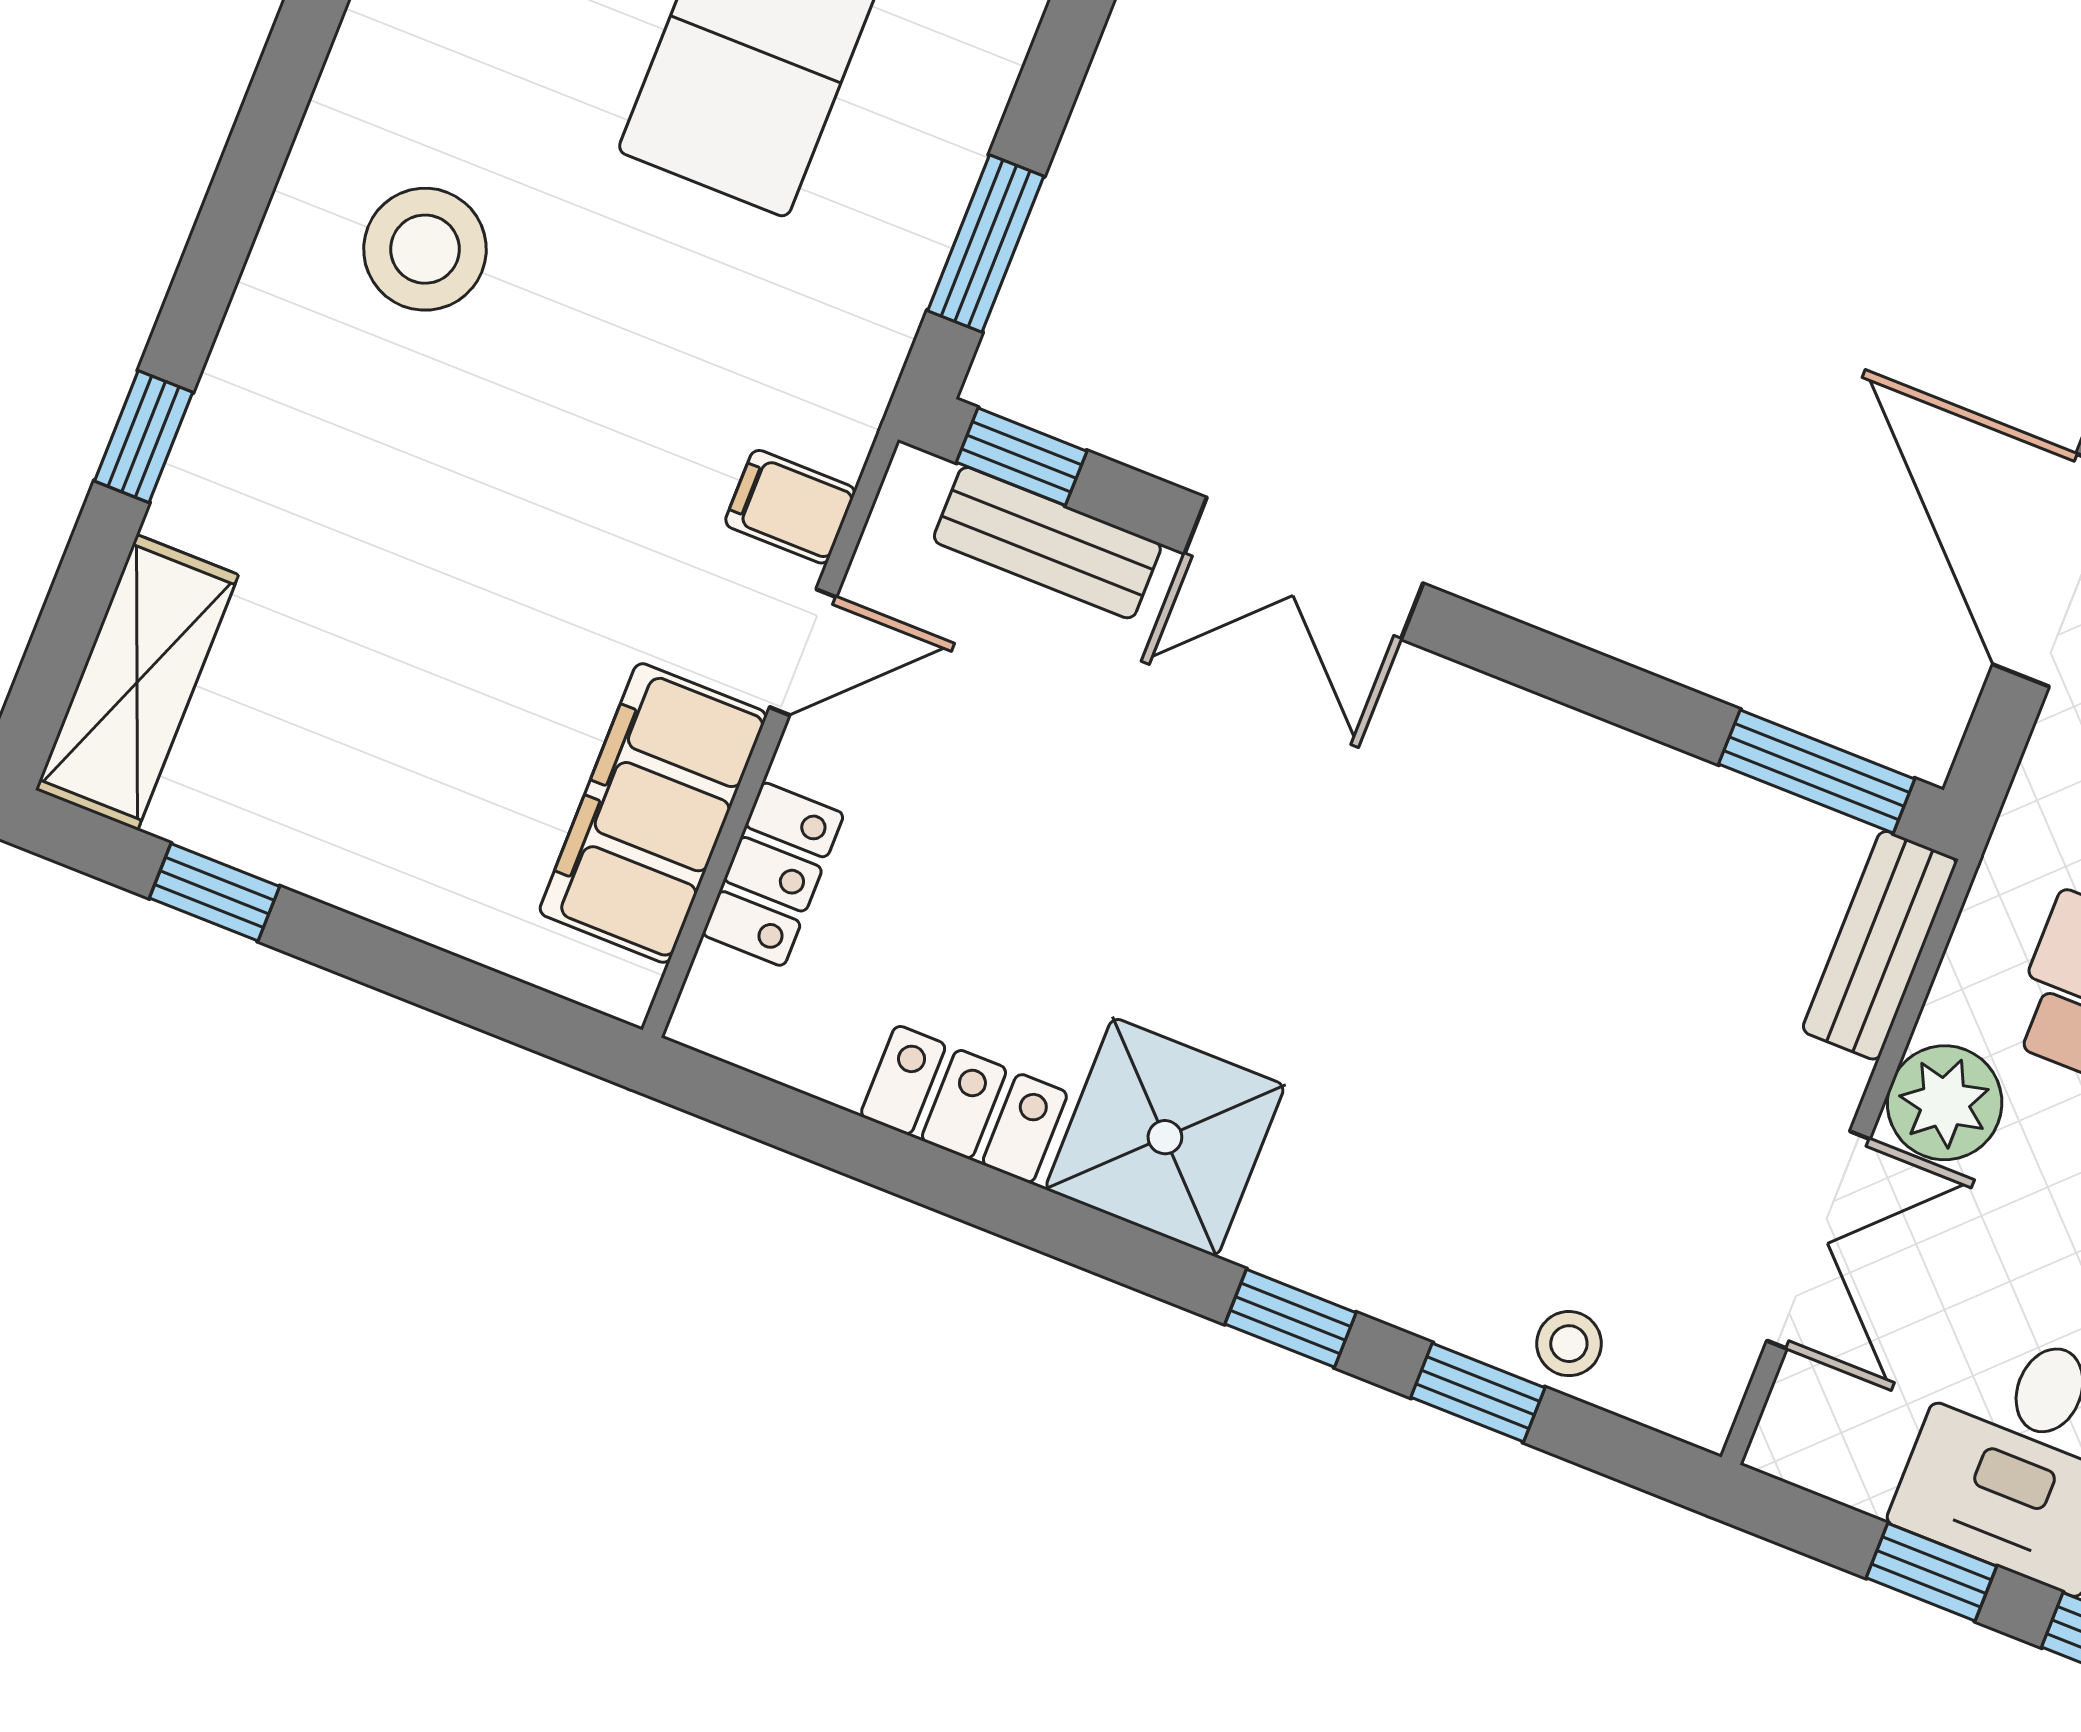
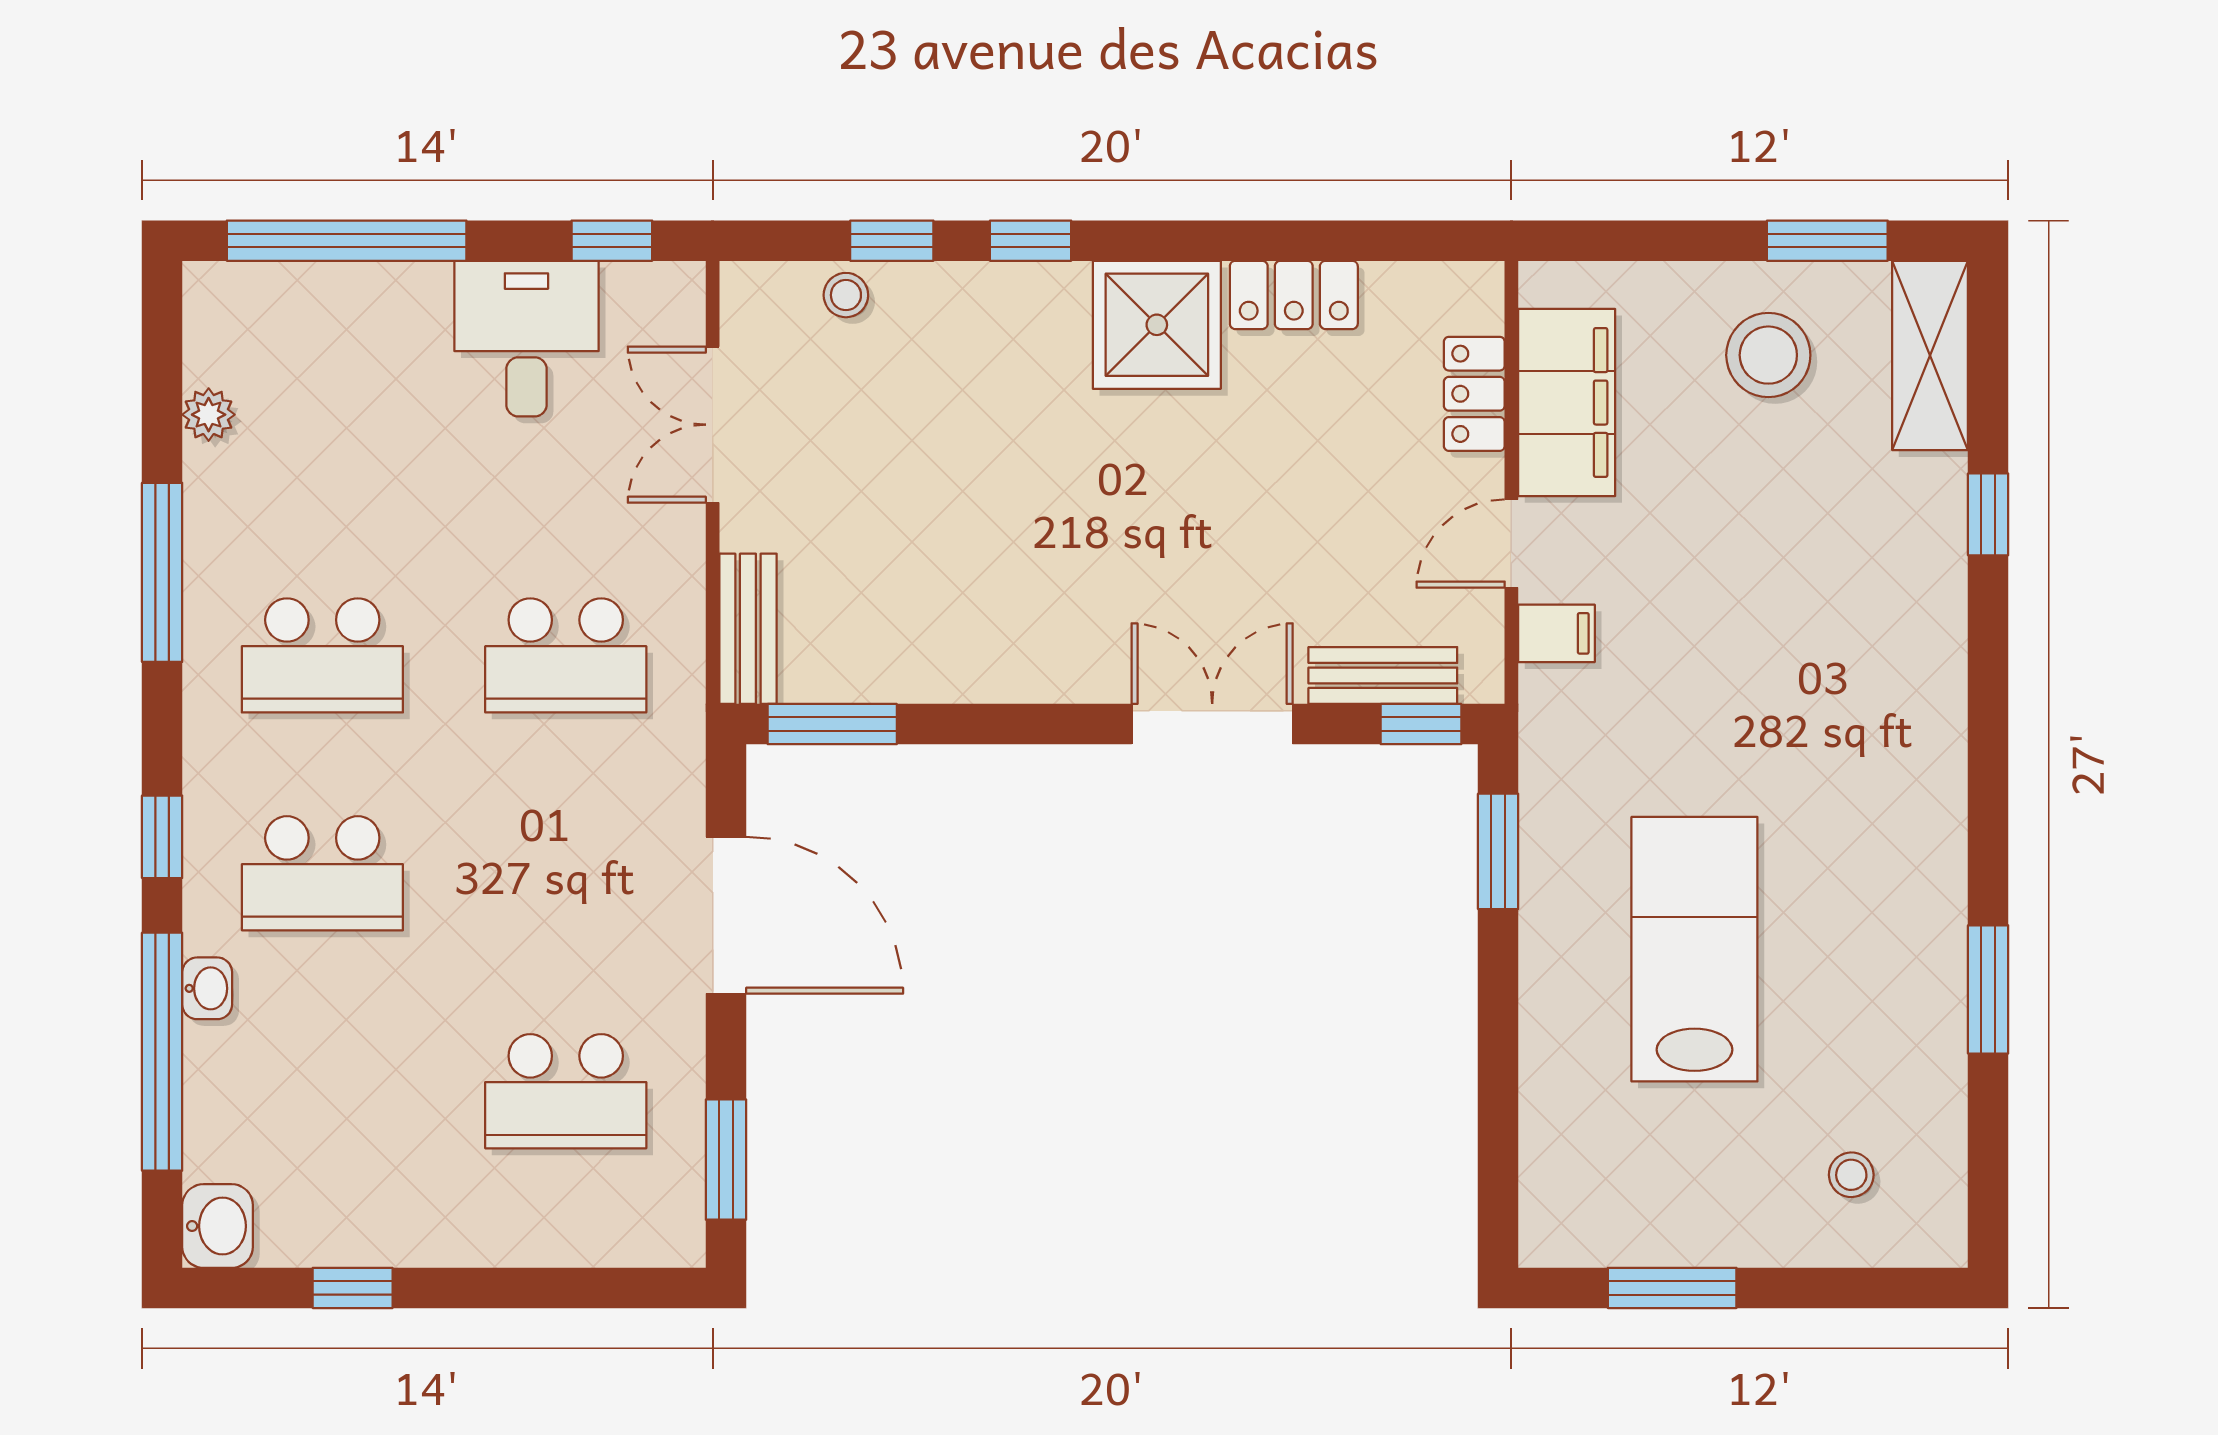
stool: (425, 249) -> (1768, 355), moved
window: (214, 892) -> (1827, 241), width x1.50
plant: (1945, 1103) -> (666, 544), removed
window: (1931, 1572) -> (612, 241), moved

